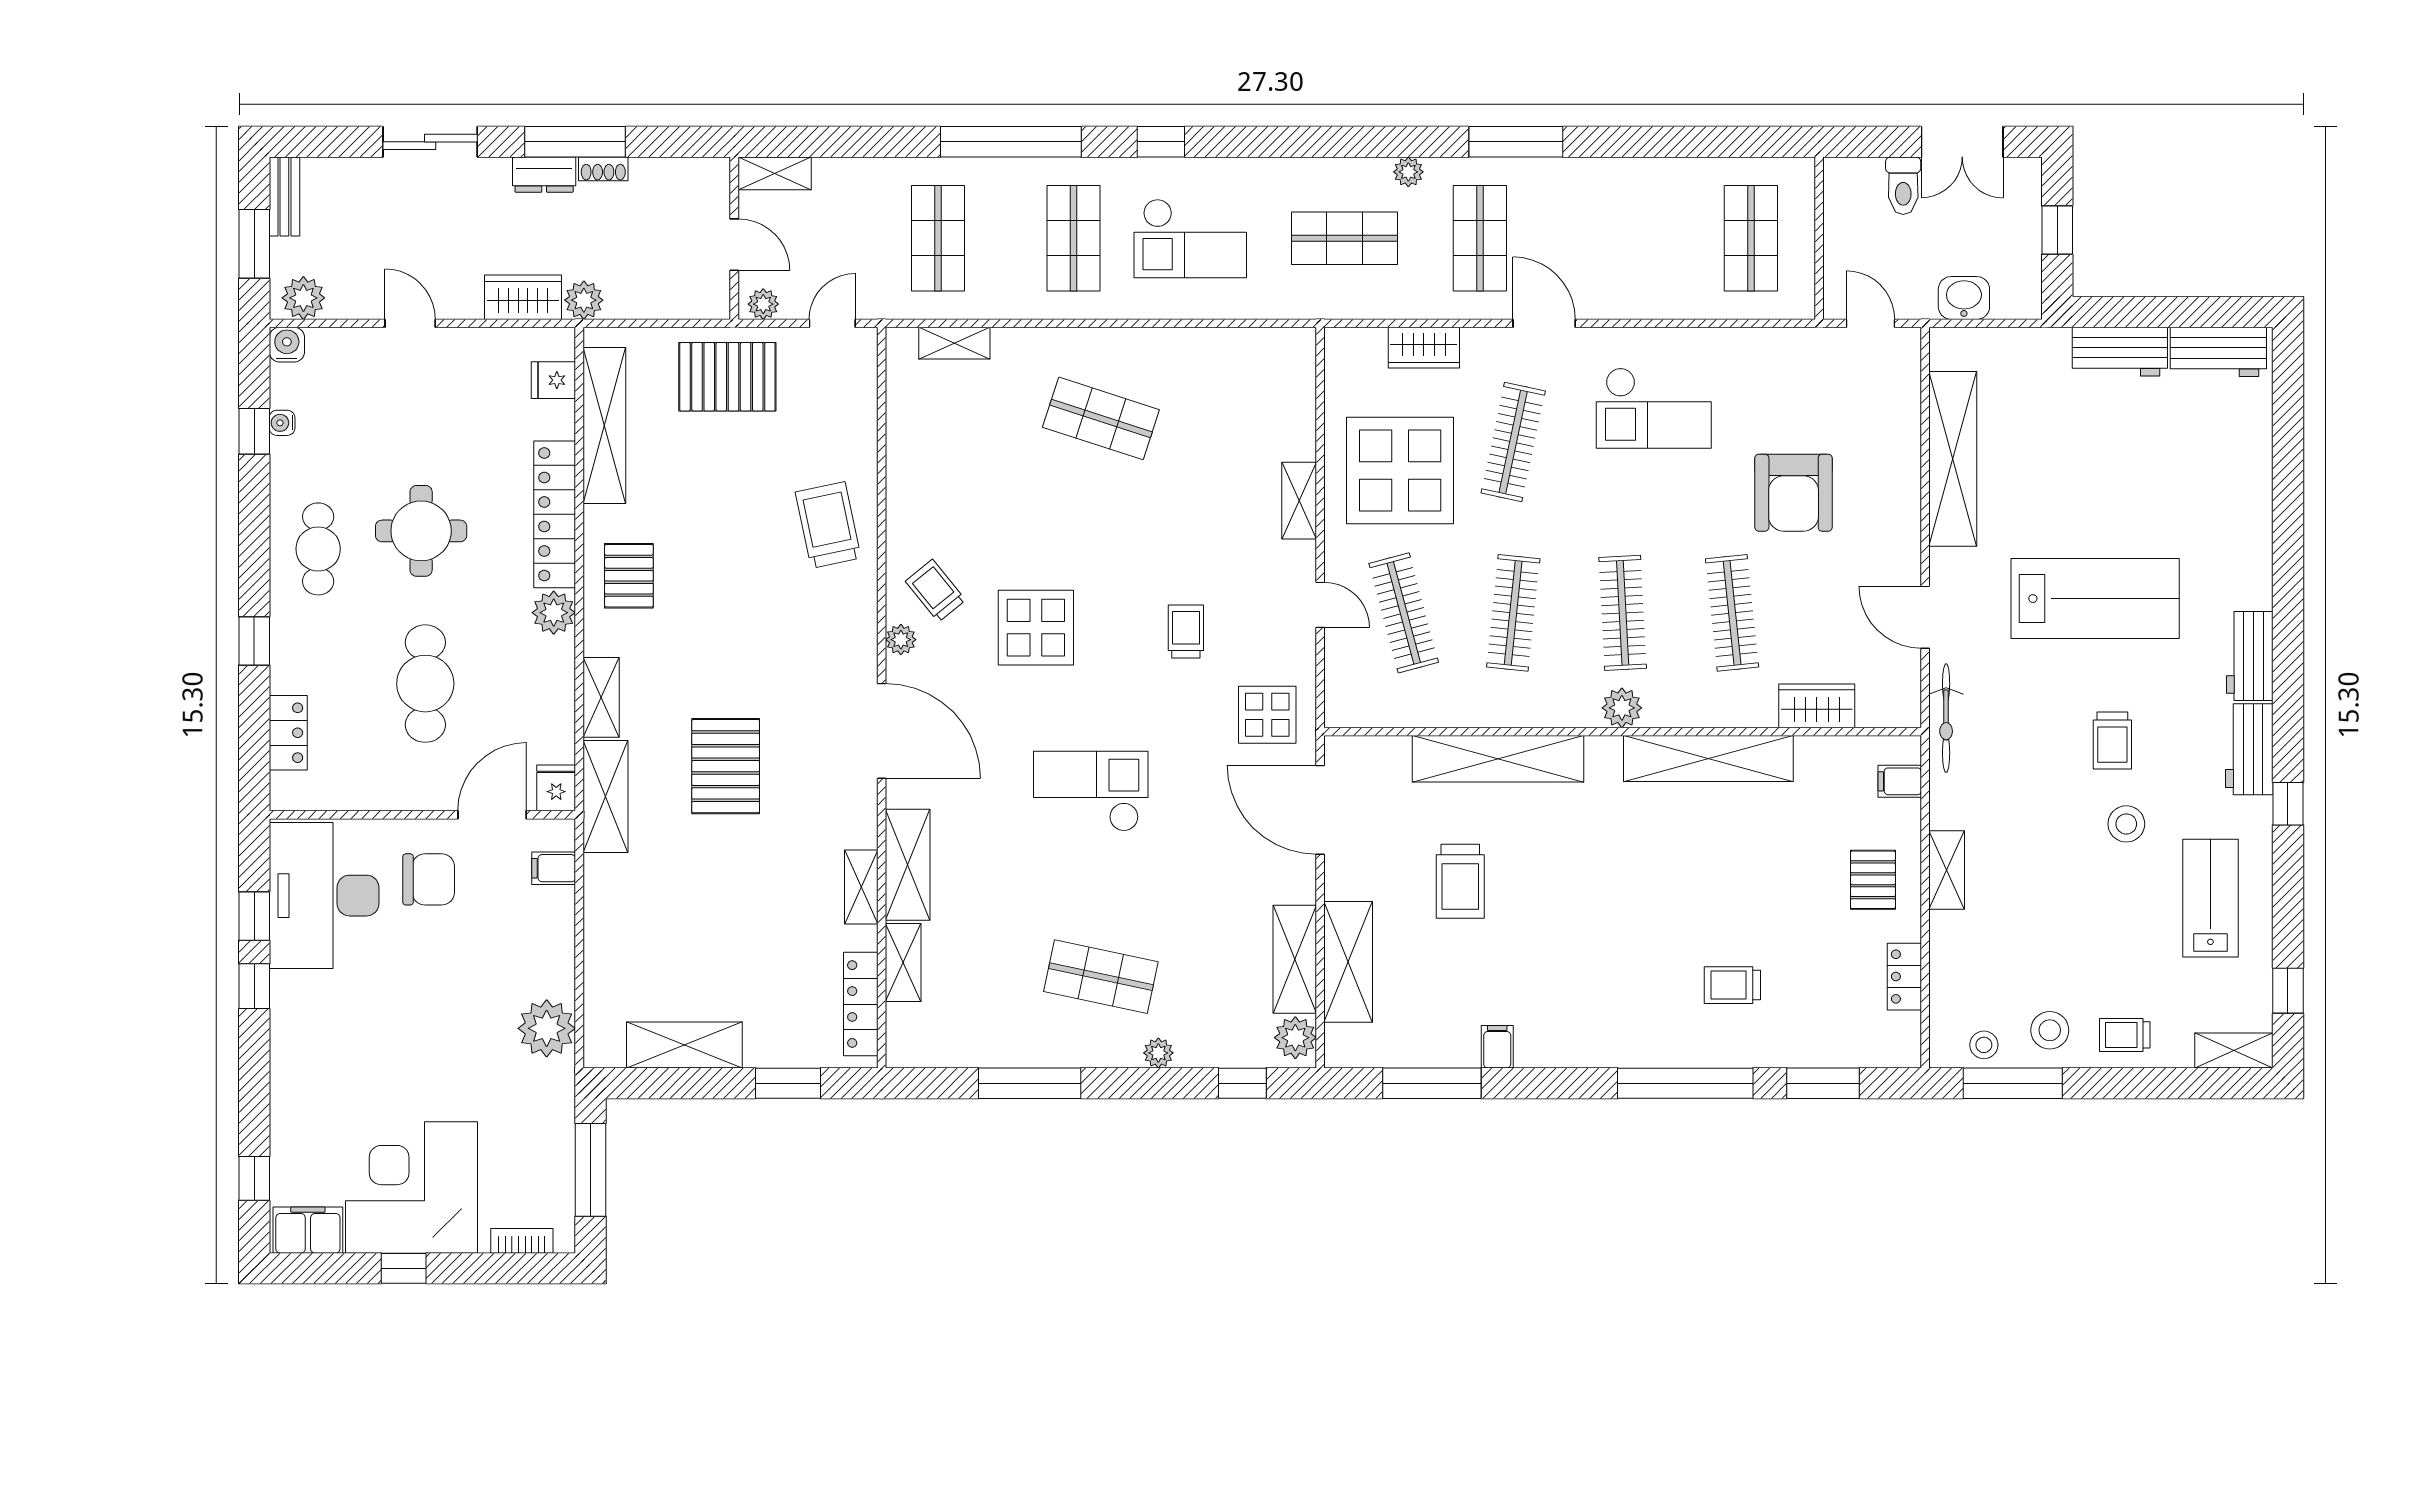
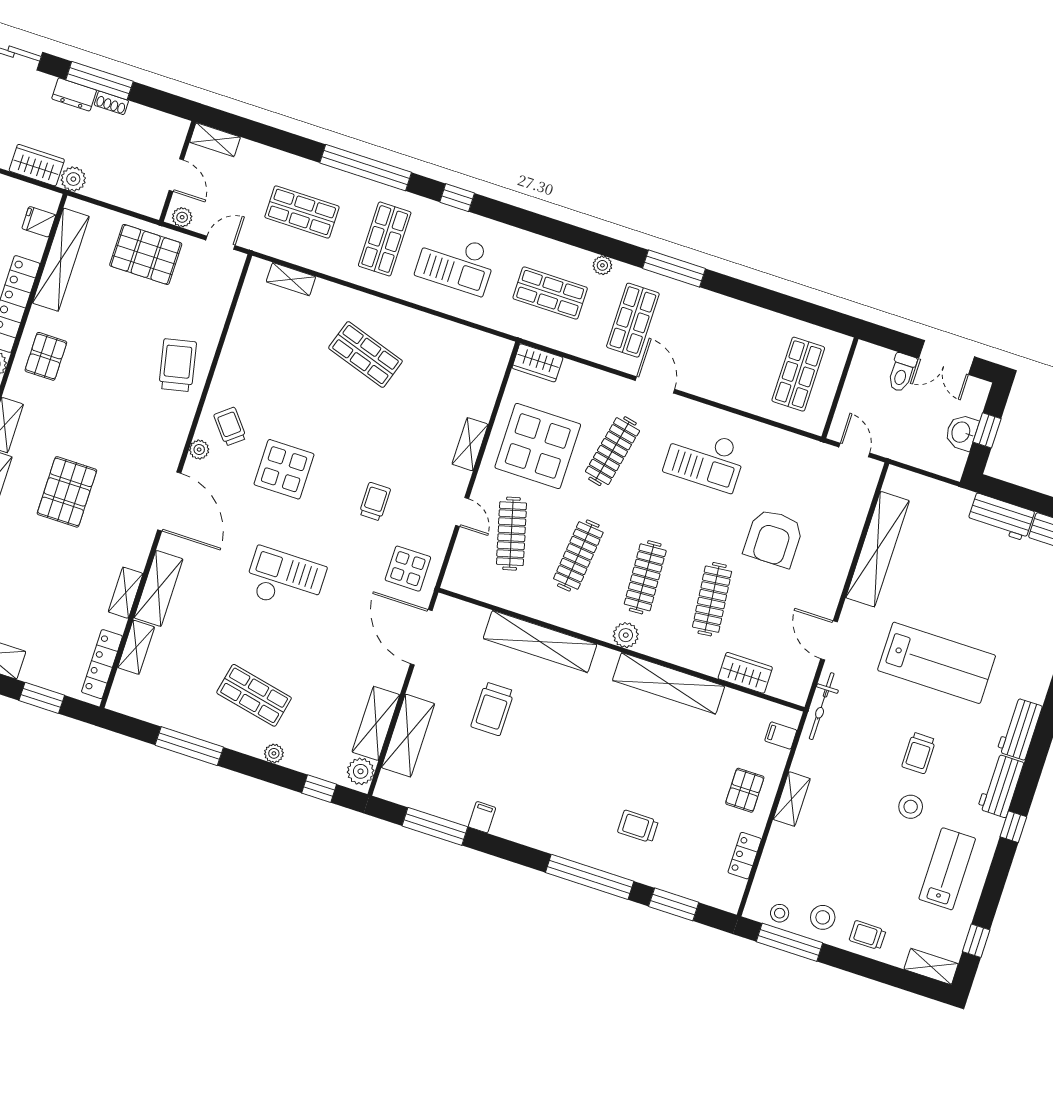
shop shelf: (938, 238) -> (302, 212), turned 90
washbasin: (1964, 298) -> (962, 432), moved, turned -90
wardrobe: (1424, 348) -> (537, 363), moved

